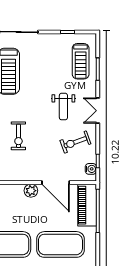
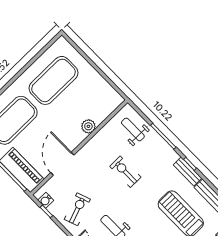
door: (56, 183) -> (62, 164), hinge flipped
plant: (31, 191) -> (88, 126), moved

